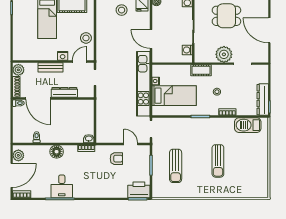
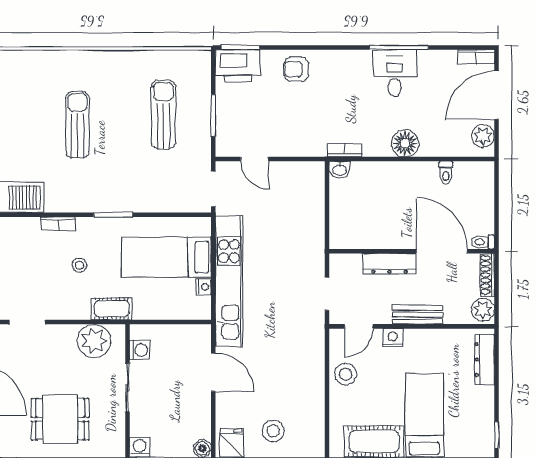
dresser: (17, 45) -> (485, 360), added
plant: (224, 54) -> (94, 341), moved
armchair: (116, 159) -> (296, 69), moved

